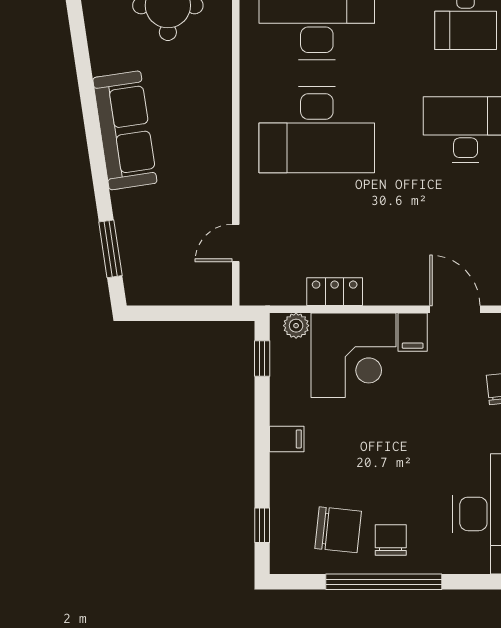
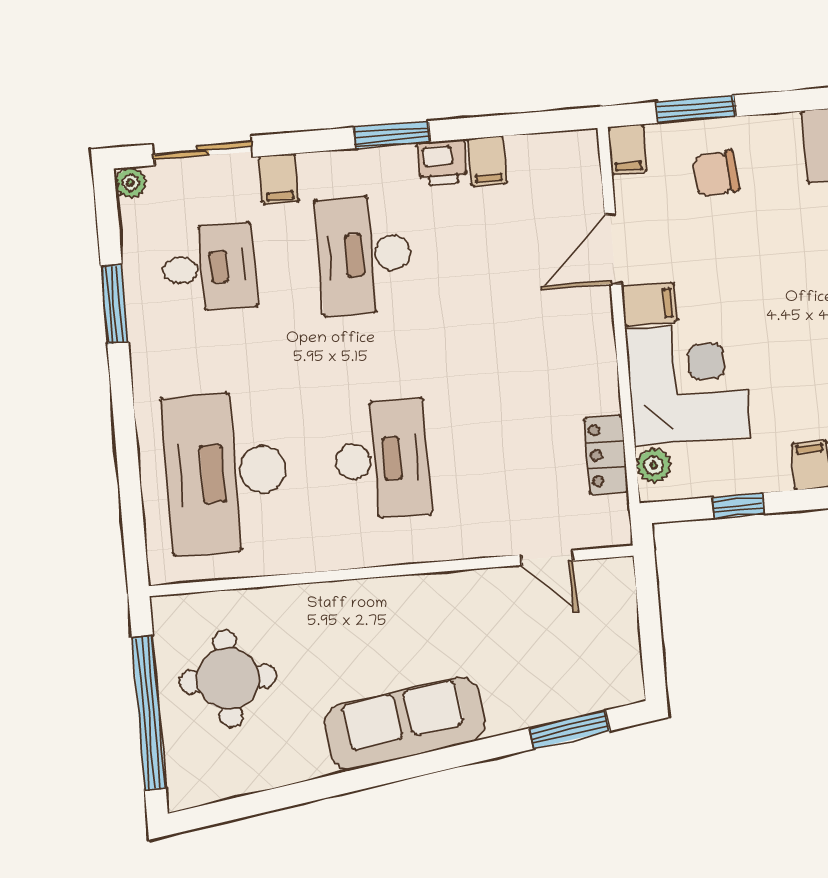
desk: (317, 130) -> (382, 459), width x0.73, depth x0.77
locker: (335, 292) -> (606, 455), moved
window: (262, 359) -> (738, 505), moved

